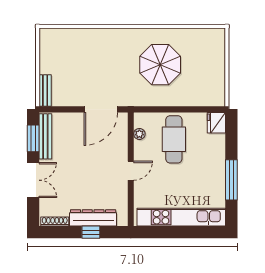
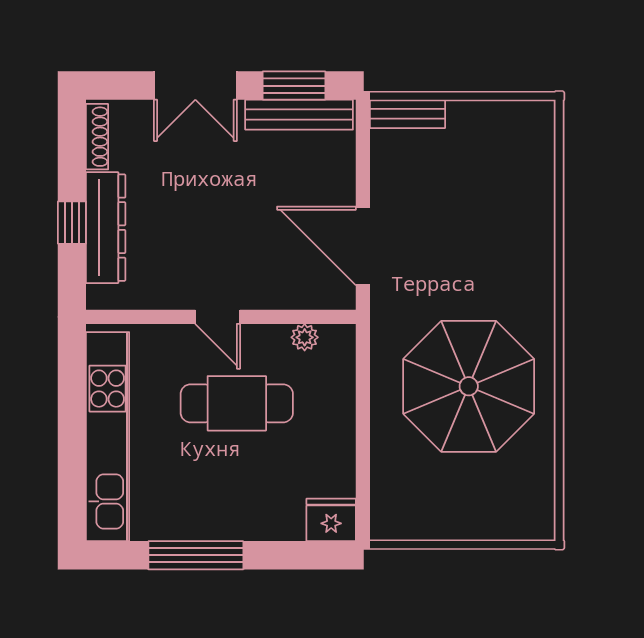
parasol: (160, 65) -> (469, 386), width x1.36, depth x1.36
cafe table: (174, 139) -> (237, 403), moved

